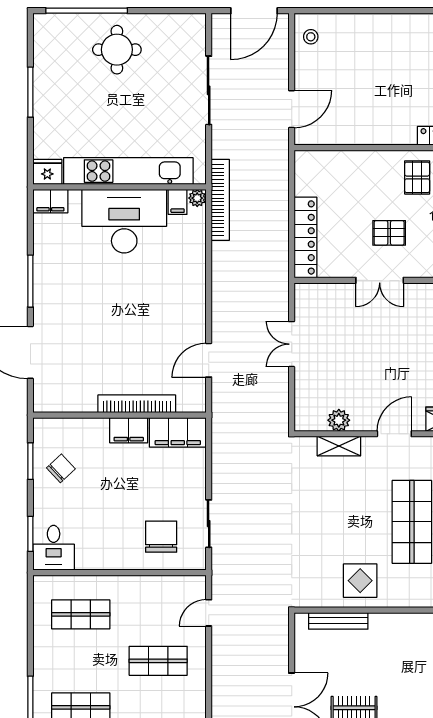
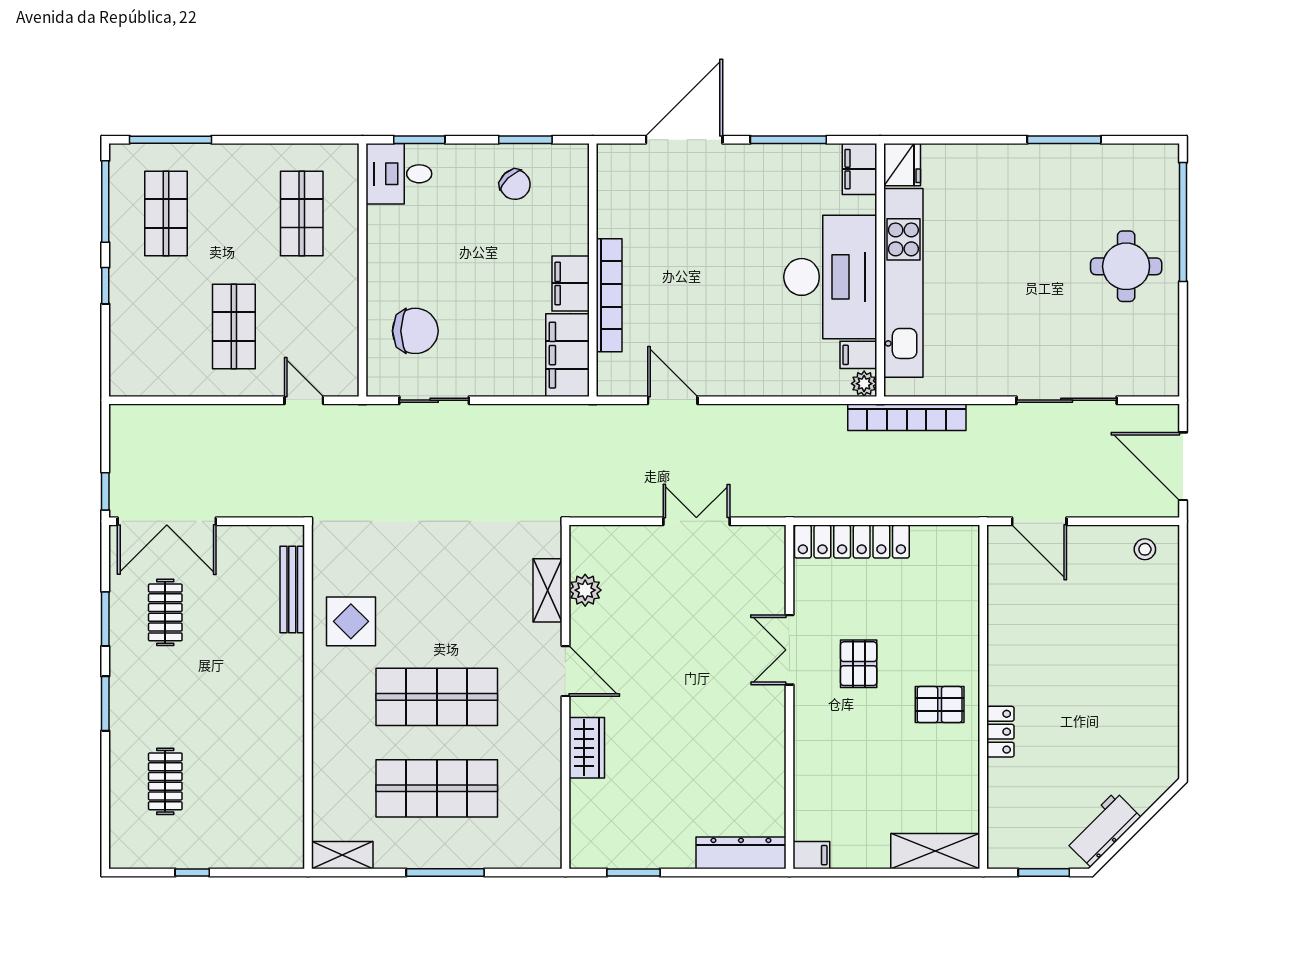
kitchen unit: (128, 171) -> (903, 283), moved
fridge: (47, 172) -> (902, 165), moved
wall: (119, 187) -> (880, 270), moved
plant: (197, 198) -> (864, 384), moved
filing cabinet: (50, 201) -> (860, 169), moved
filing cabinet: (178, 202) -> (858, 355), moved
desk: (124, 221) -> (830, 277), moved

